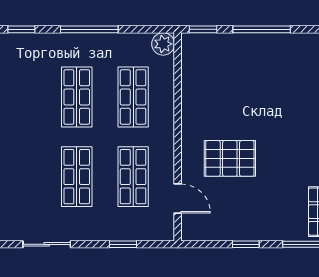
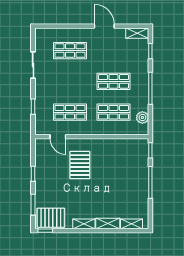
plant: (163, 44) -> (142, 117), moved
shop shelf: (77, 177) -> (70, 51), moved
door: (178, 199) -> (58, 137), hinge flipped

